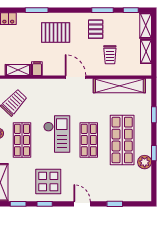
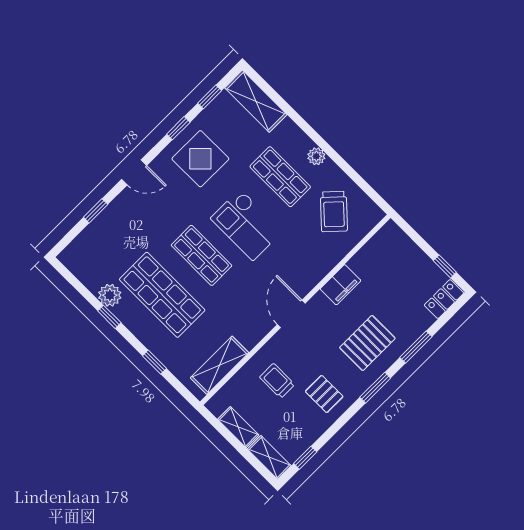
window: (103, 10) -> (375, 388), moved
filing cabinet: (37, 69) -> (340, 285), width x2.00
shelving: (18, 70) -> (367, 255), removed
door: (75, 77) -> (291, 314), swing flipped
shelving: (119, 86) -> (220, 365), width x0.68

